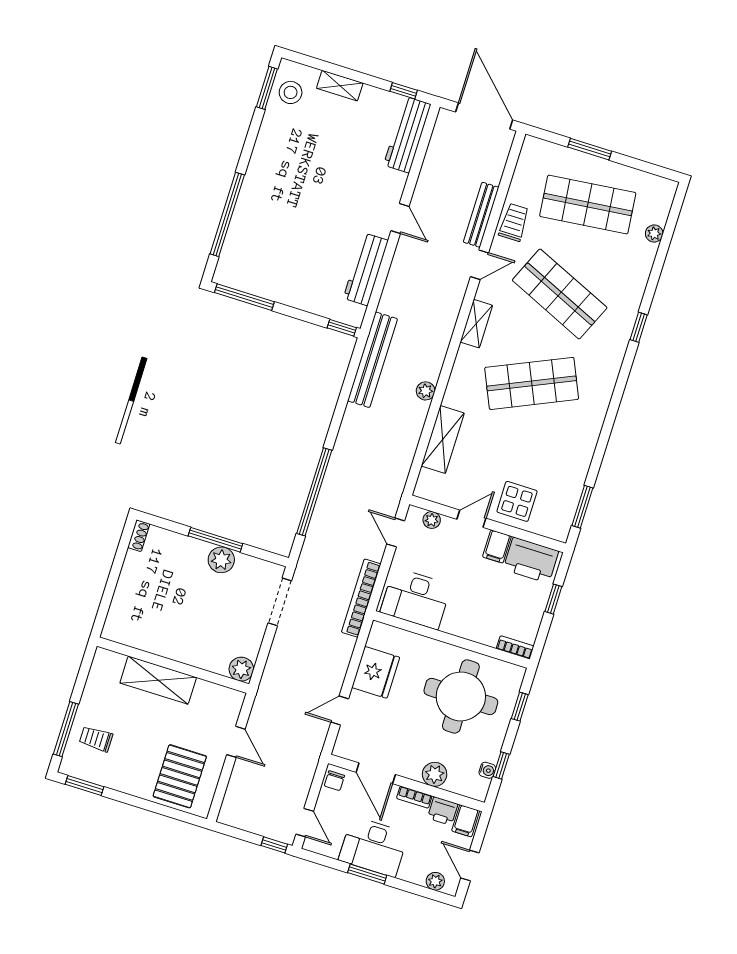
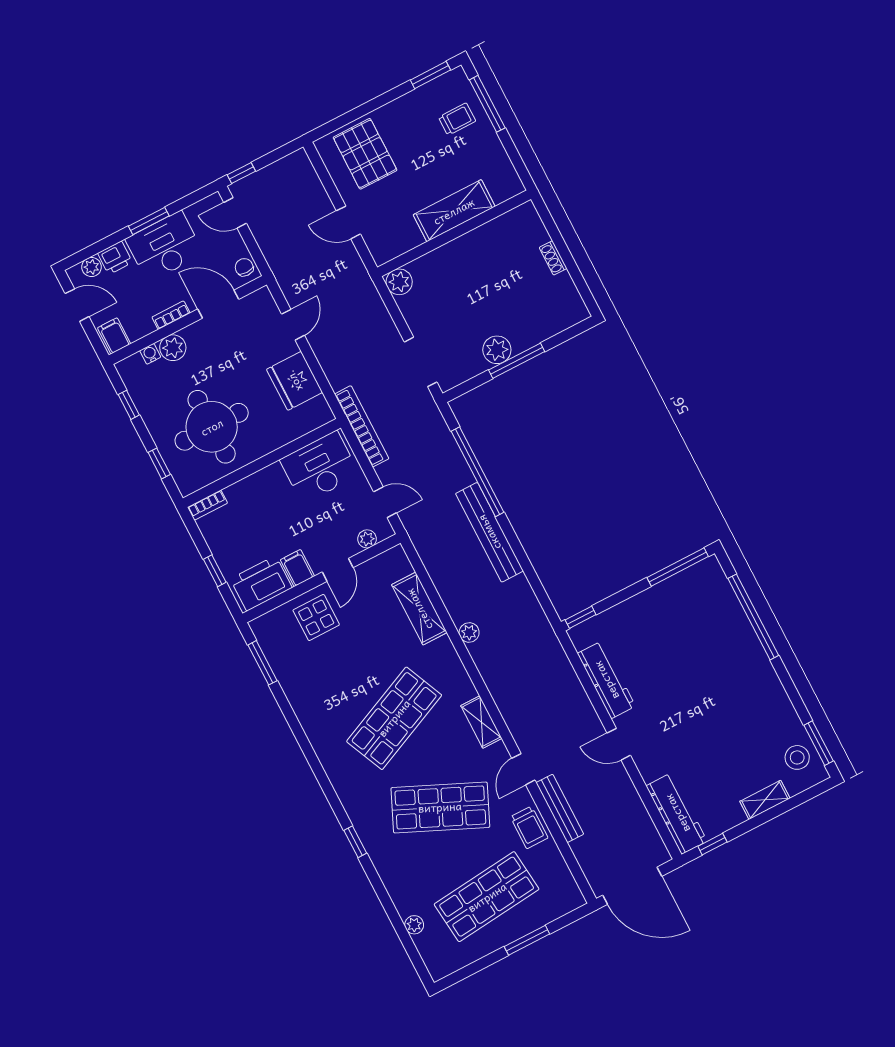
bench: (373, 360) -> (489, 532), moved
shoe rack: (139, 536) -> (553, 258), moved
water cooler: (487, 770) -> (150, 354), moved, turned 90
printer: (443, 811) -> (115, 258), moved, turned 180

